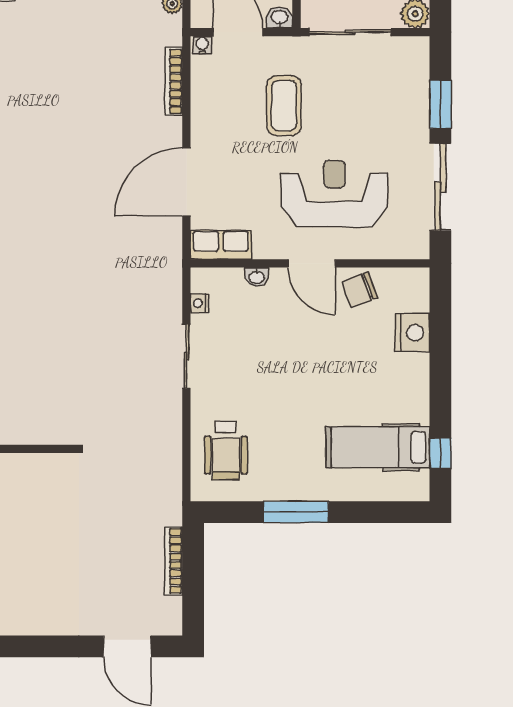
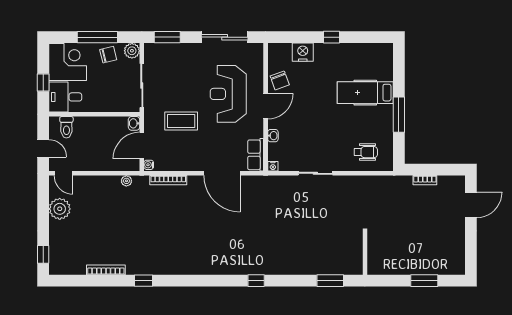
window: (440, 104) -> (167, 37), moved
nightstand: (199, 303) -> (273, 166), moved
hospital bed: (378, 447) -> (365, 93), moved, turned 90
wheelchair: (226, 450) -> (366, 152), width x0.73, depth x0.73
window: (440, 453) -> (331, 37), moved
bookcase: (173, 561) -> (425, 180), width x0.64

